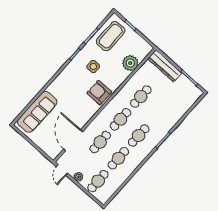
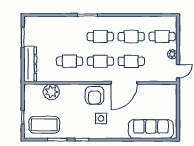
side table: (93, 67) -> (101, 118), moved
door: (73, 140) -> (124, 83), moved

